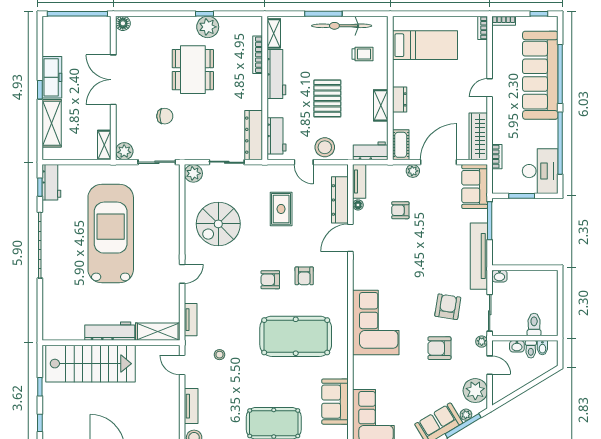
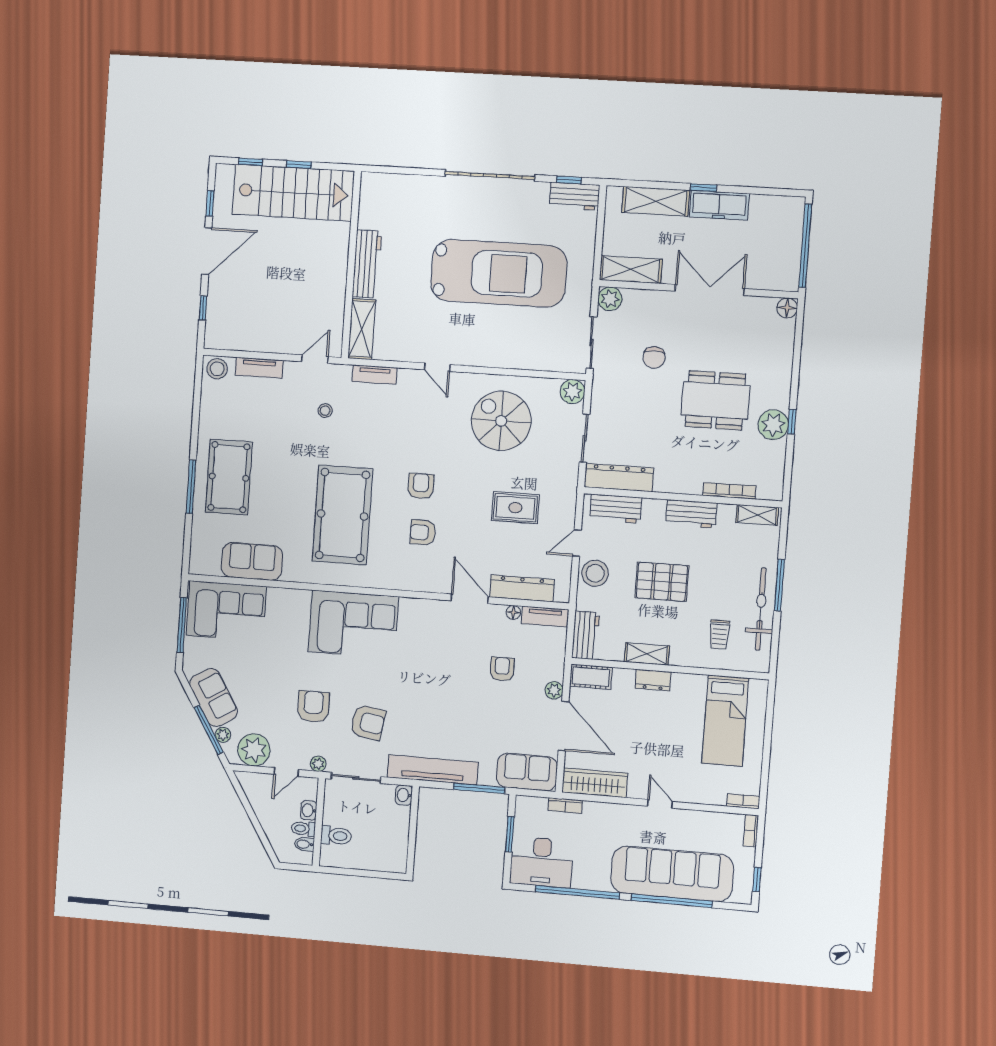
workbench: (276, 74) -> (691, 514), width x0.73
shelving: (104, 145) -> (631, 270), width x1.50, depth x1.33
stairs: (91, 364) -> (293, 193), moved, turned -90

